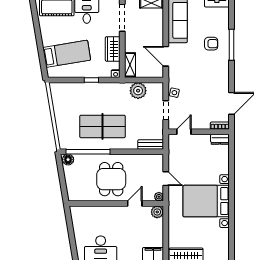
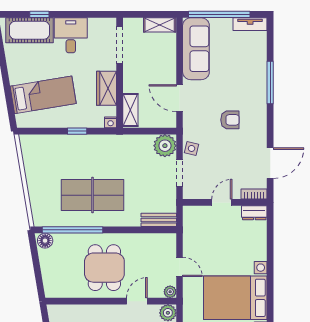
armchair: (211, 44) -> (230, 120), moved
plant: (138, 91) -> (165, 146), moved
door: (184, 132) -> (222, 202), moved

